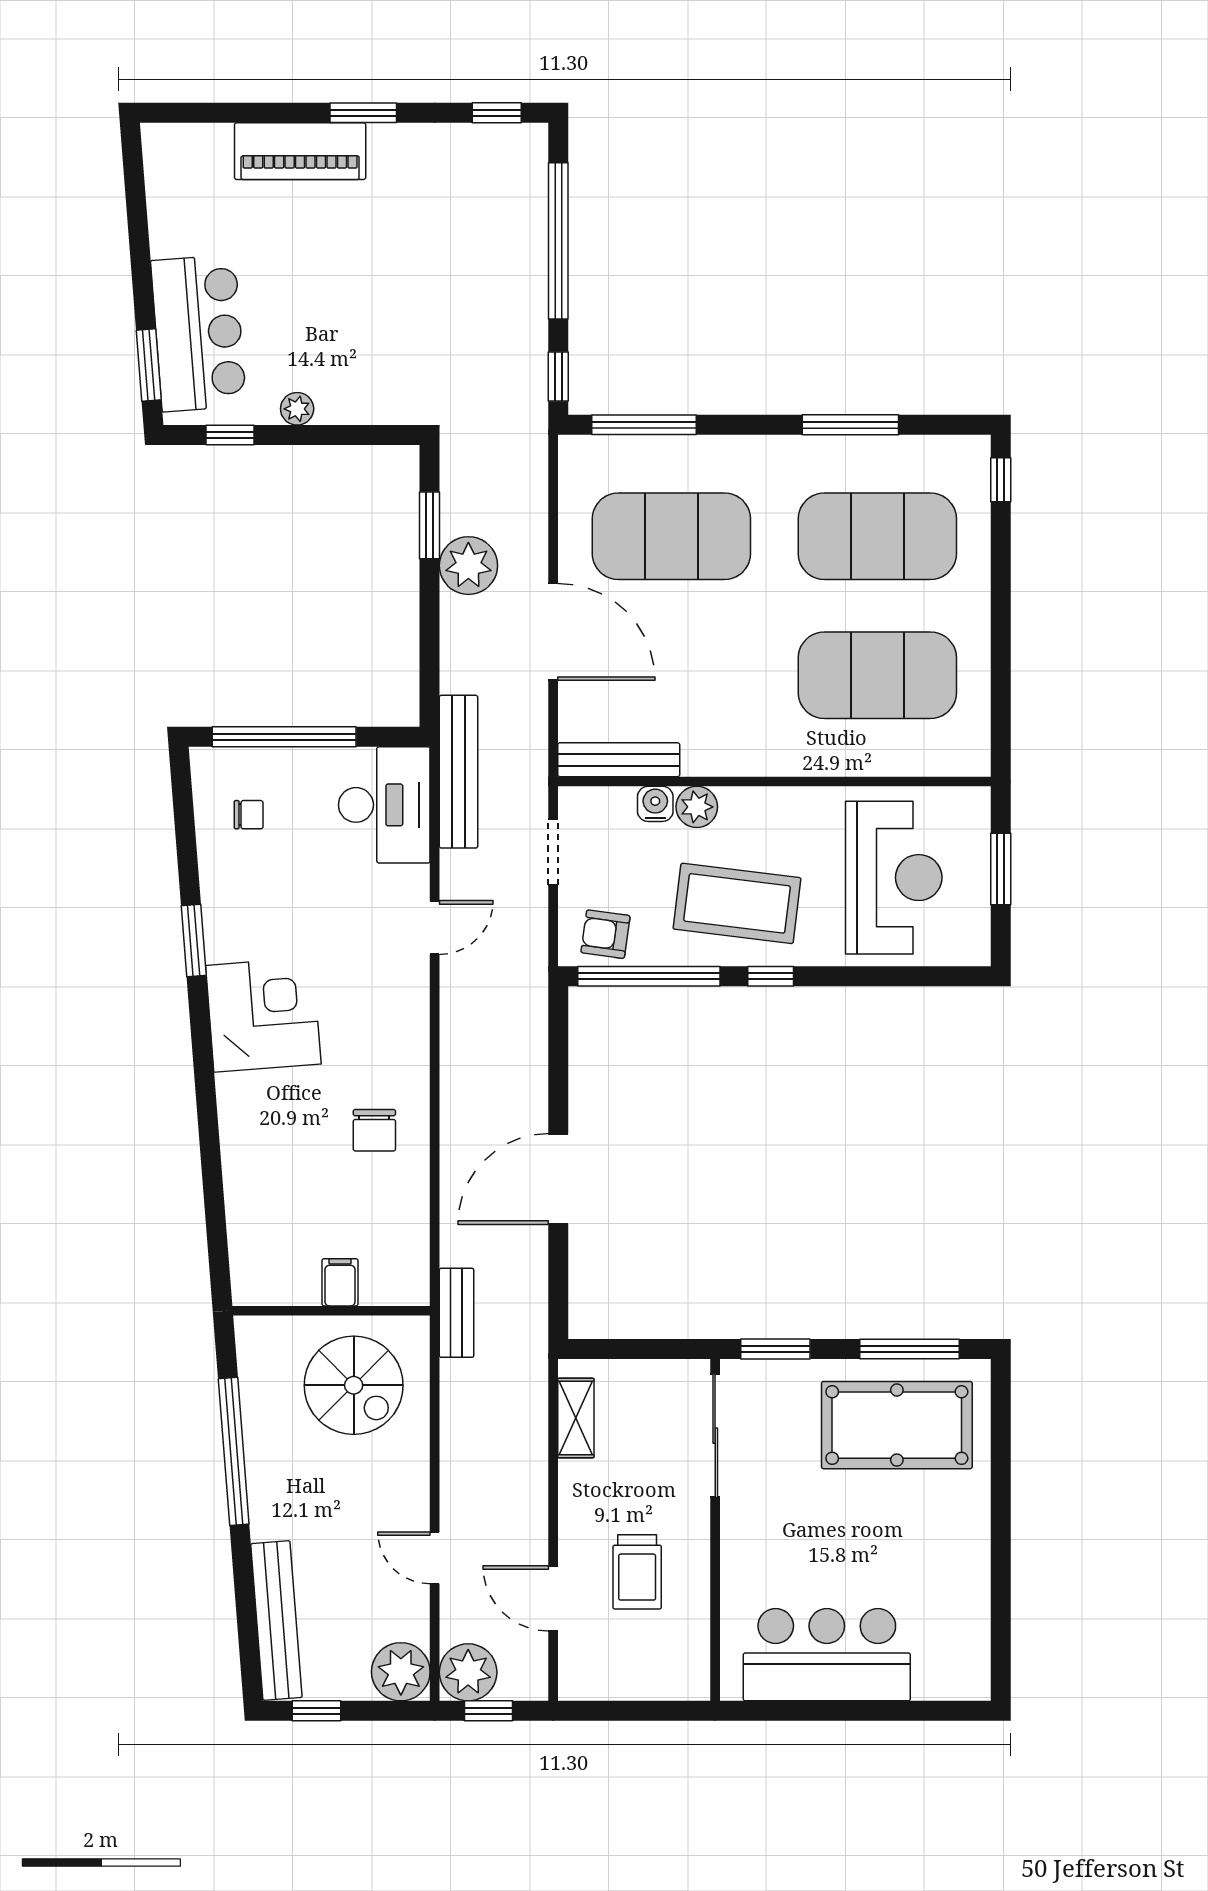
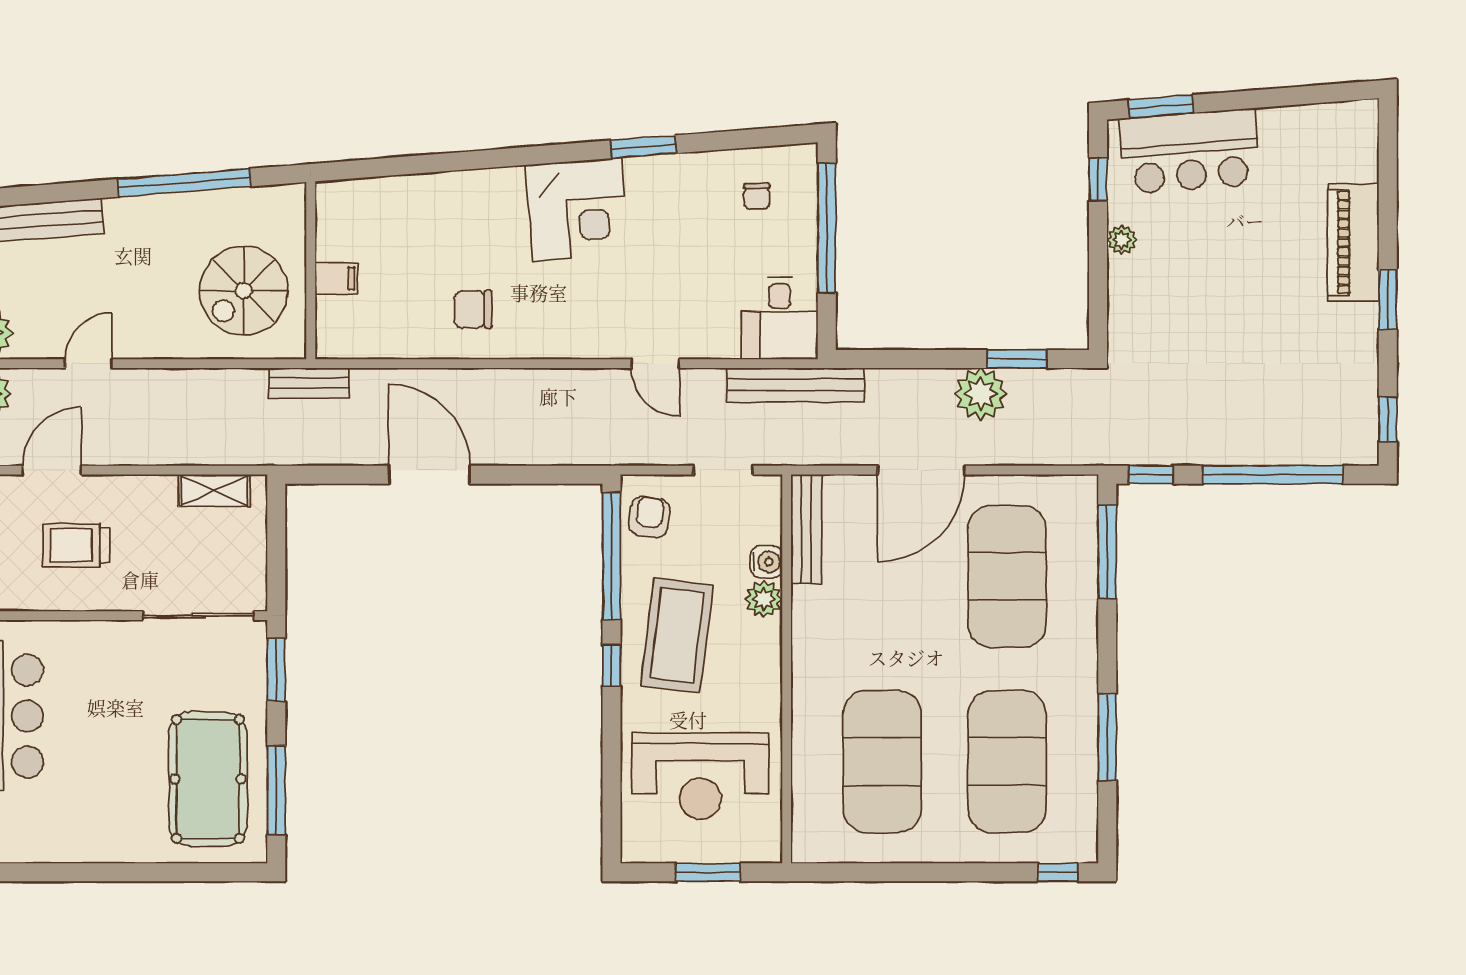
desk: (384, 805) -> (780, 318), width x0.73

